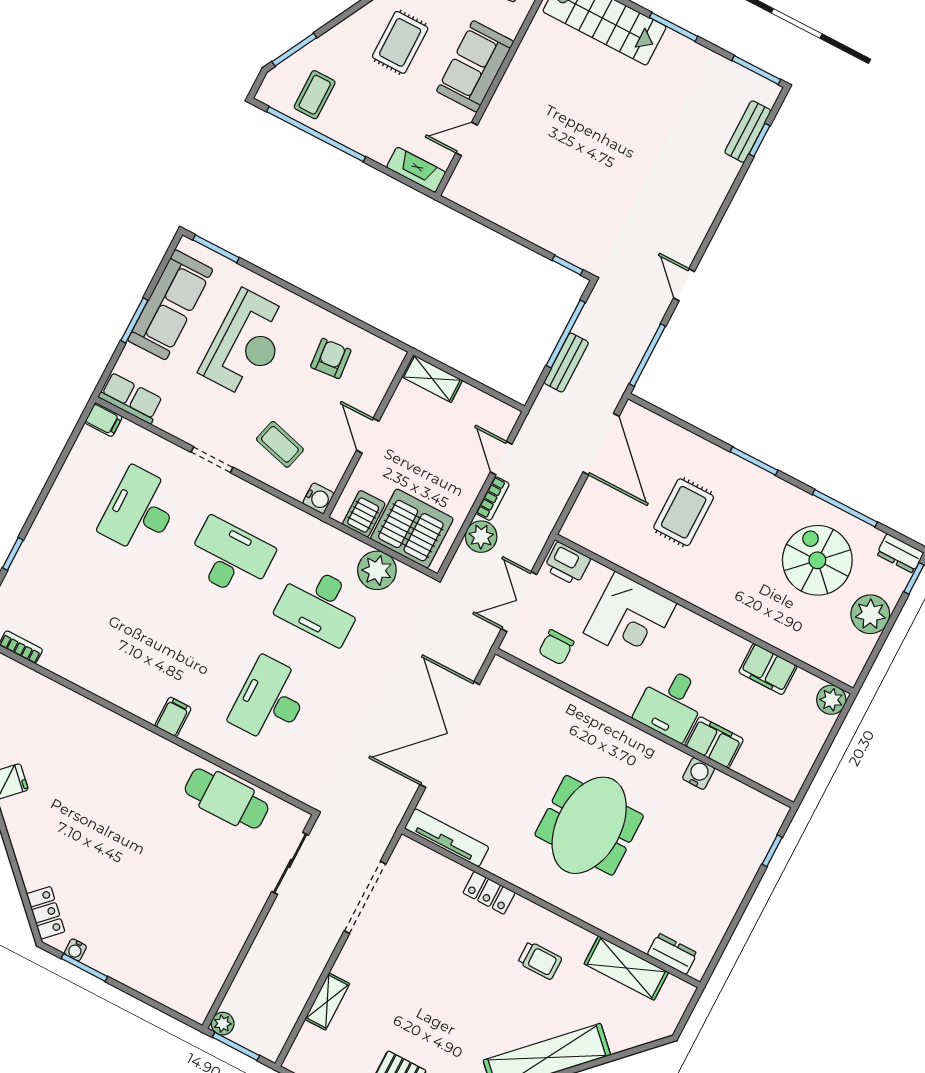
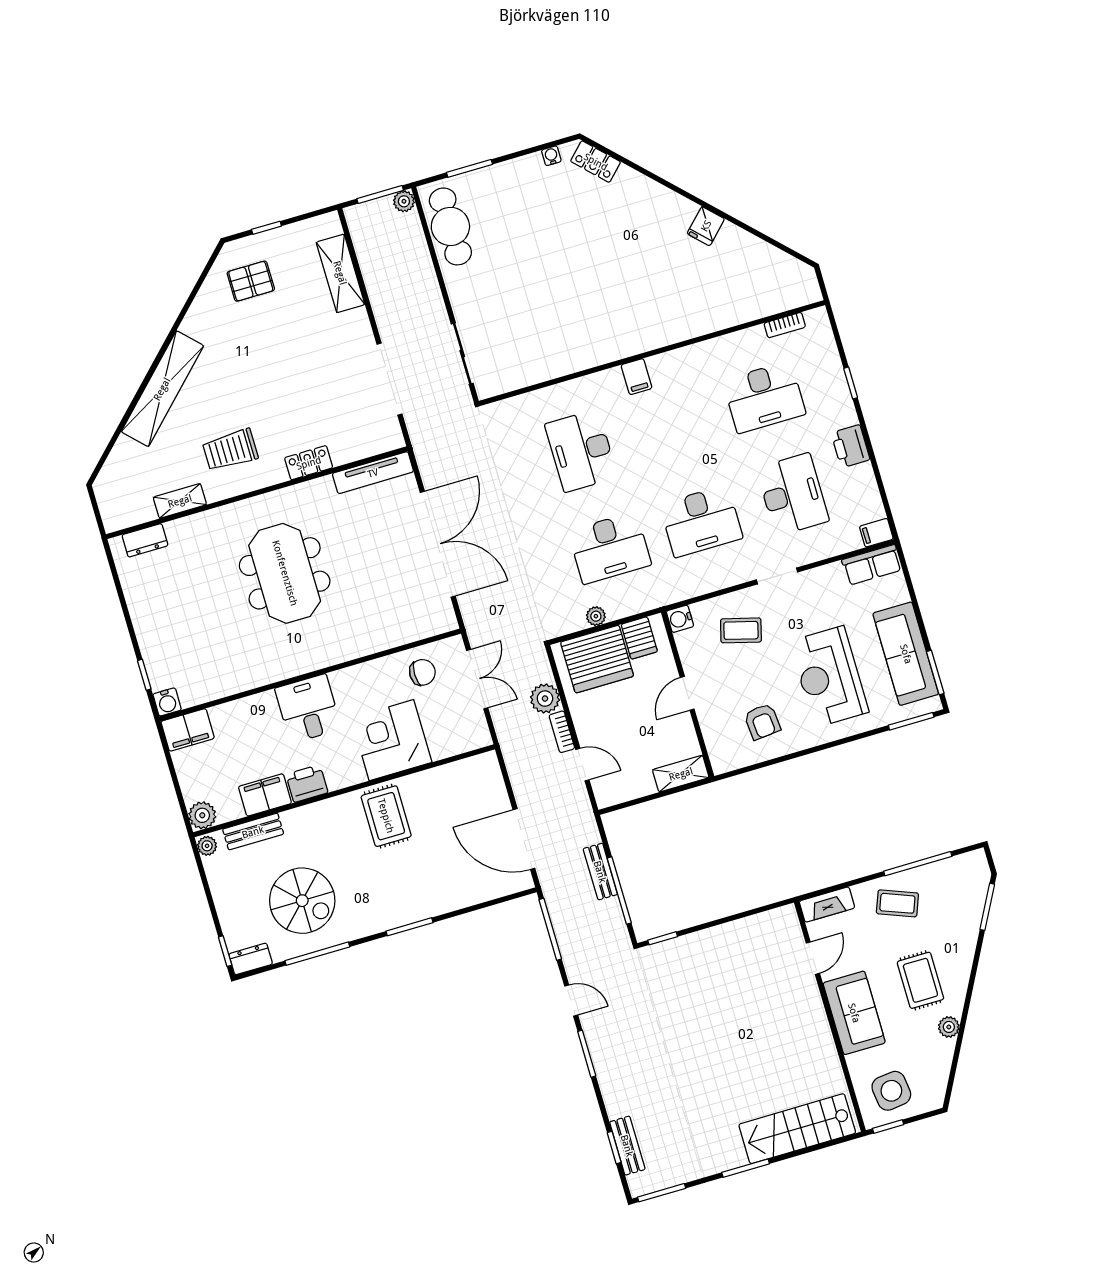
coffee table: (315, 95) -> (897, 903), moved, turned -69
window: (316, 134) -> (918, 864), width x0.68
window: (711, 232) -> (587, 1054), added
window: (134, 320) -> (935, 672), moved
door: (368, 436) -> (687, 693), swing flipped
printer: (60, 505) -> (851, 446), added
rug: (684, 512) -> (386, 816), moved
printer: (567, 564) -> (307, 784), moved
plant: (377, 570) -> (596, 616), width x0.53, depth x0.53
desk: (320, 605) -> (610, 548), turned 180
desk: (90, 607) -> (764, 397), added
plant: (870, 614) -> (207, 846), moved, width x0.53, depth x0.53
chair: (556, 647) -> (422, 672), turned 90
bench: (804, 650) -> (253, 832), added
desk: (270, 701) -> (581, 451), turned 180
filing cabinet: (714, 742) -> (188, 730), moved
water cooler: (699, 773) -> (167, 702), moved
cafe table: (227, 799) -> (450, 226), moved, turned 90
trolley: (540, 960) -> (230, 450), width x1.36, depth x1.39
window: (84, 967) -> (469, 168), moved
shelving: (626, 968) -> (180, 501), width x0.67, depth x0.75
shelving: (327, 1002) -> (340, 273), width x1.50, depth x1.33

